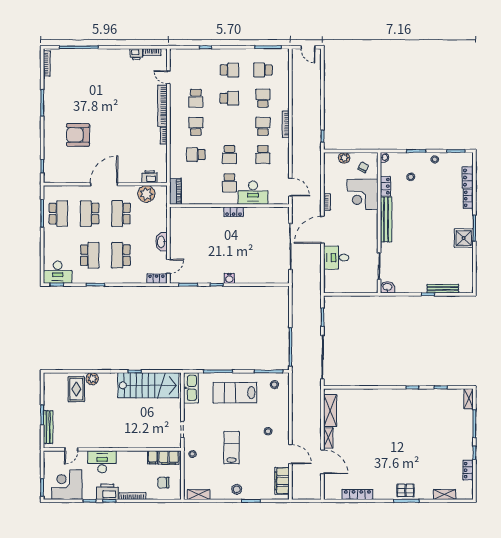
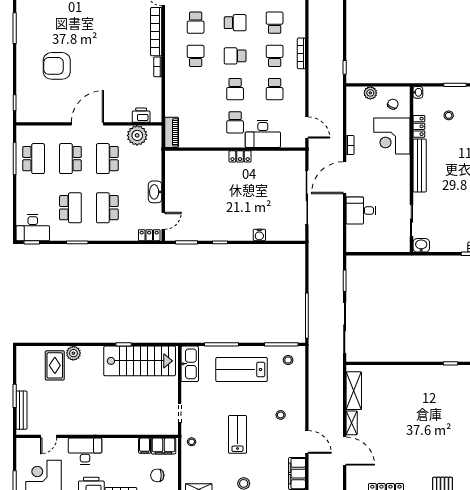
school desk: (196, 155) -> (235, 56), moved
water cooler: (229, 278) -> (259, 235), moved

